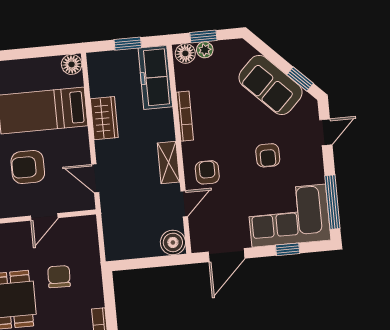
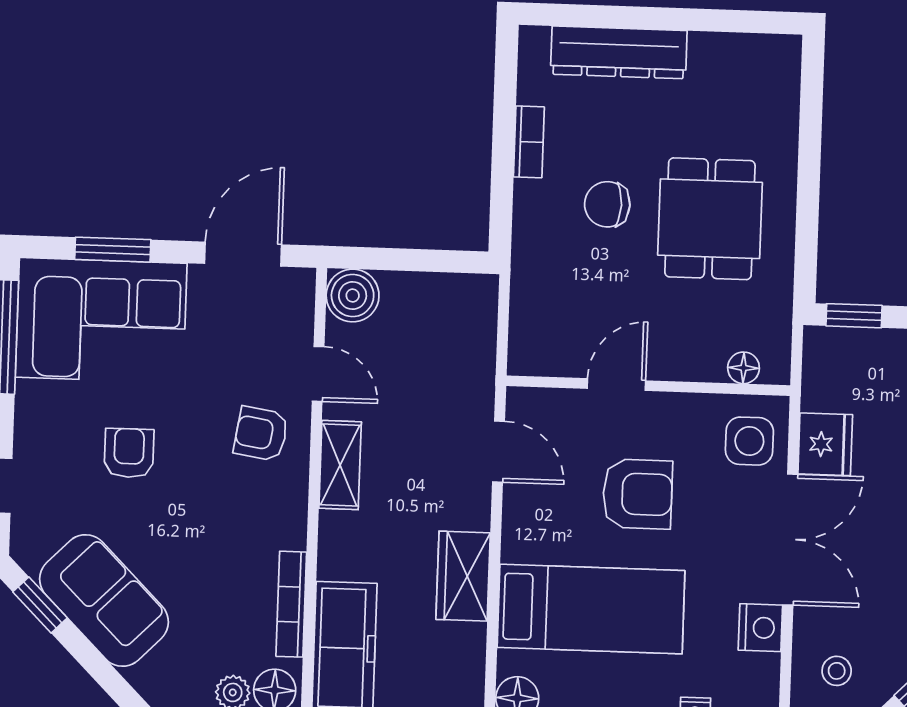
bookcase: (185, 116) -> (291, 604), moved
armchair: (207, 172) -> (261, 434), turned 99
door: (184, 204) -> (318, 374), swing flipped
window: (288, 249) -> (113, 250), width x1.50
chair: (59, 277) -> (607, 204), moved, turned 89

